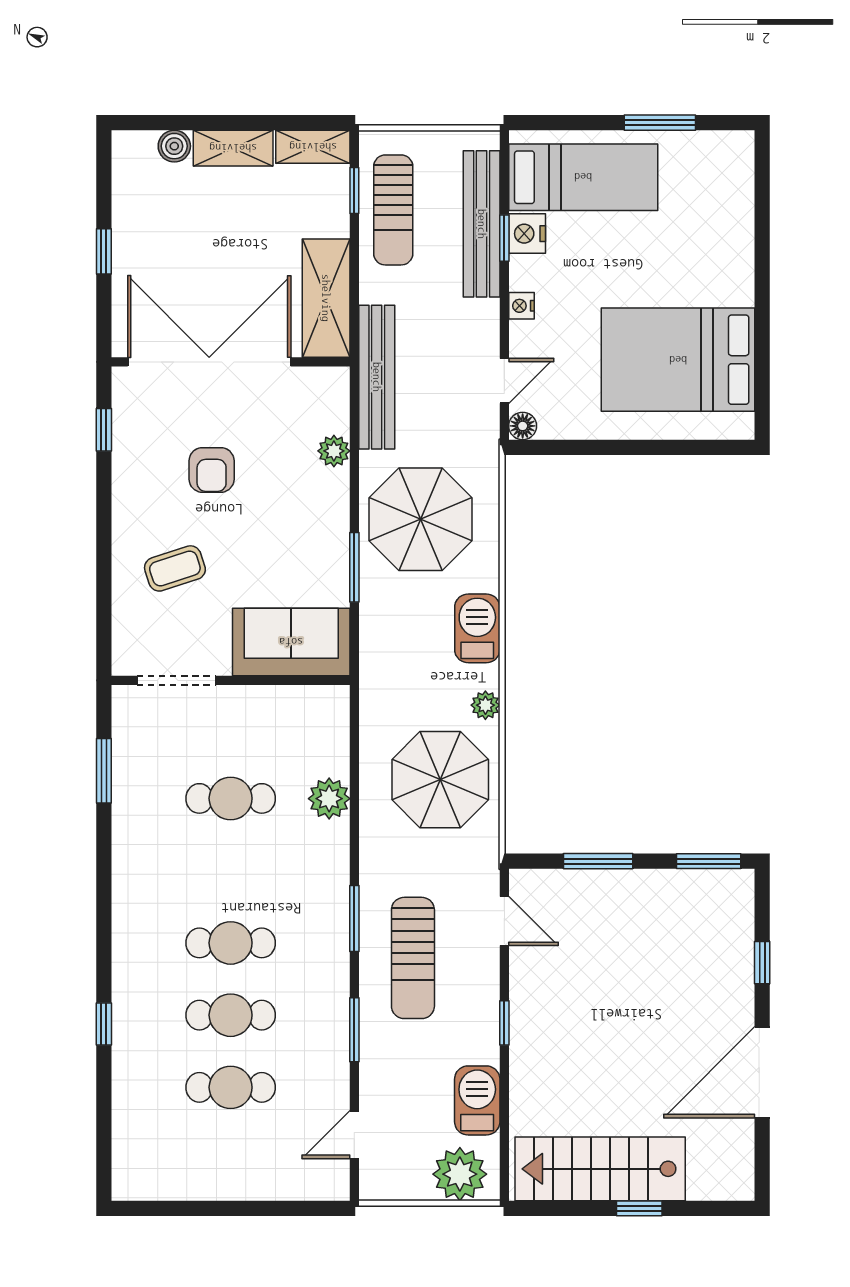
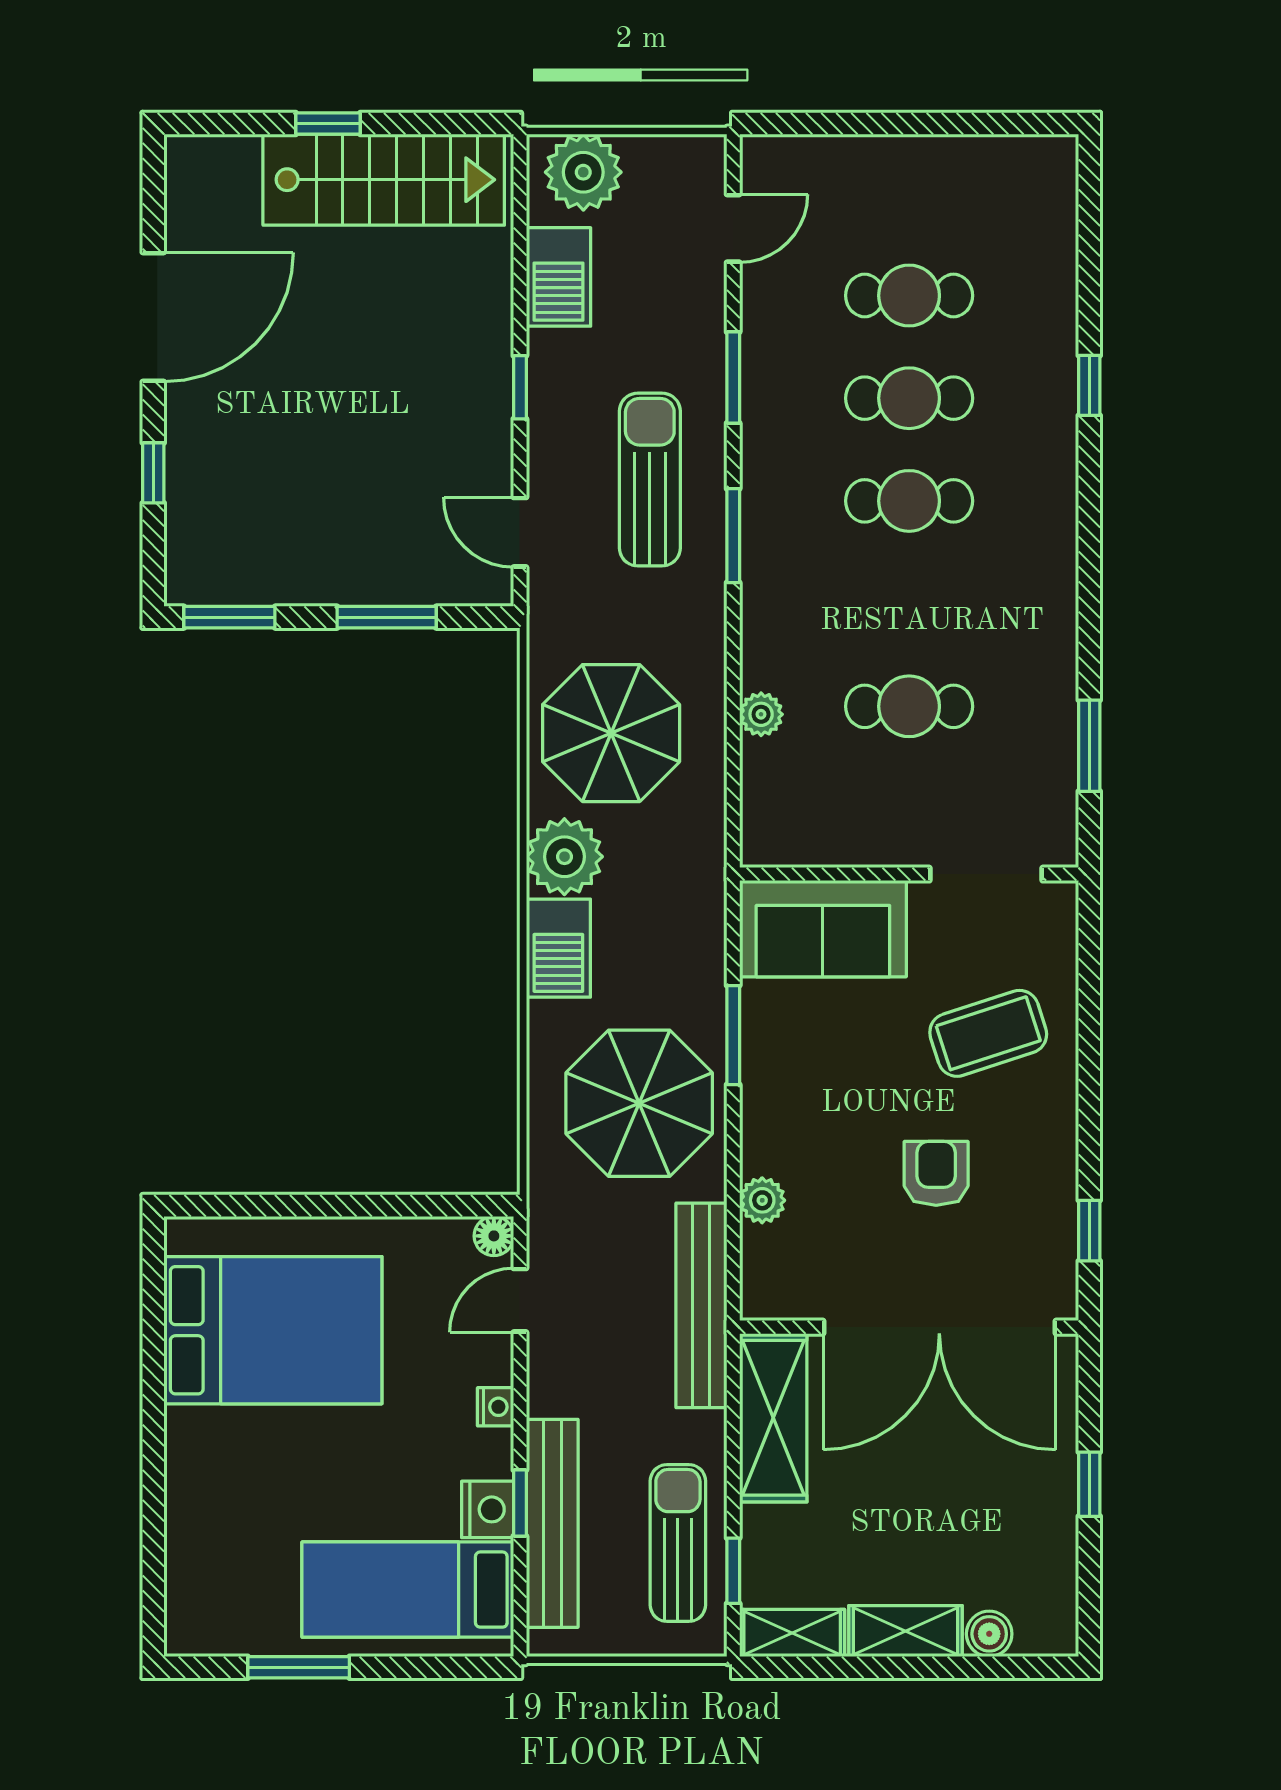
coffee table: (175, 568) -> (988, 1033), width x1.36, depth x1.30
plant: (485, 705) -> (564, 857), width x1.88, depth x1.88
plant: (329, 799) -> (761, 714), width x0.73, depth x0.73

